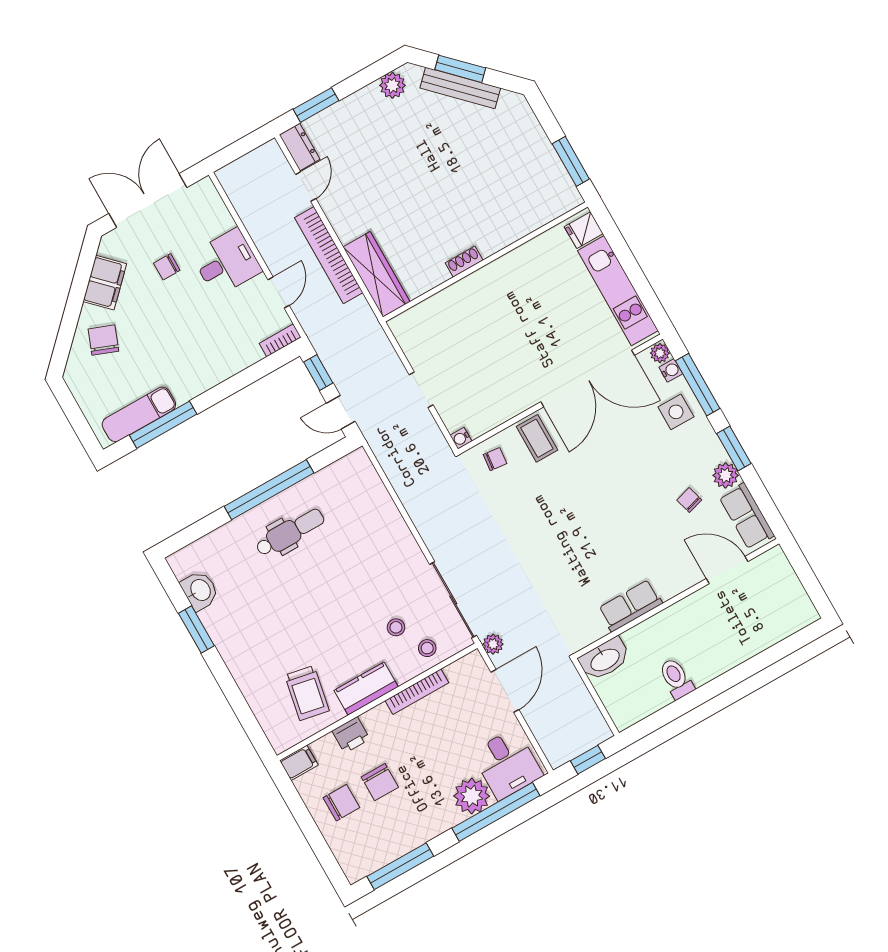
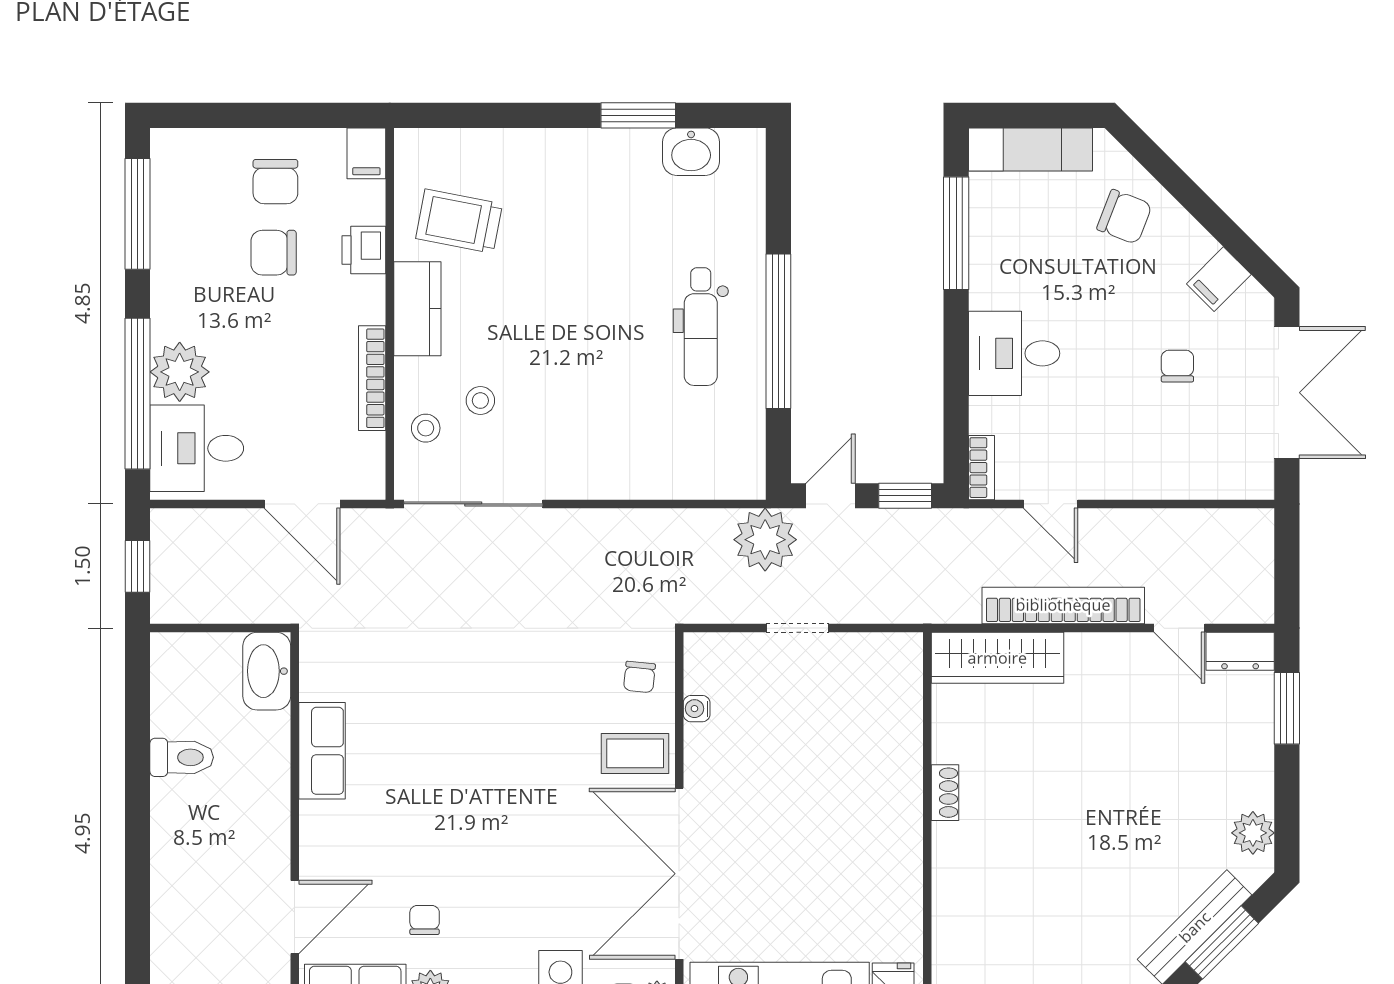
desk: (226, 262) -> (1014, 353), moved, turned 90
filing cabinet: (105, 283) -> (1219, 279), width x0.50
exam couch: (139, 414) -> (1030, 149), moved, turned 90
water cooler: (461, 438) -> (697, 709), moved, turned -90
chair: (689, 500) -> (425, 920), turned -74
plant: (493, 644) -> (765, 540), moved, width x1.88, depth x1.88

